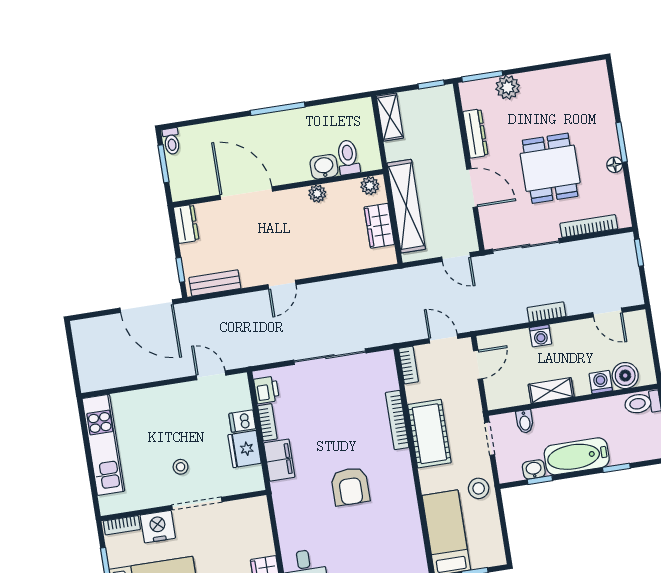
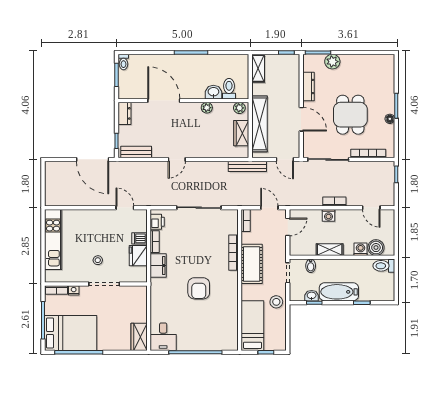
bench: (398, 278) -> (247, 166), added
nightstand: (158, 527) -> (74, 290), width x0.53, depth x0.56

